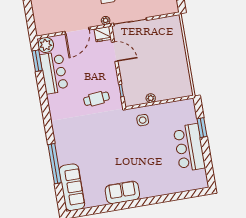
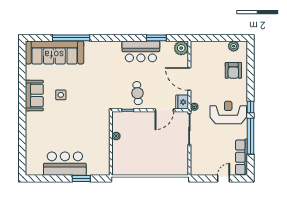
window: (37, 61) -> (156, 38), moved
bar counter: (54, 73) -> (141, 51), moved
cafe table: (96, 99) -> (138, 93), moved
side table: (143, 120) -> (61, 95), moved
sofa: (72, 187) -> (54, 53), width x1.36, depth x1.27

